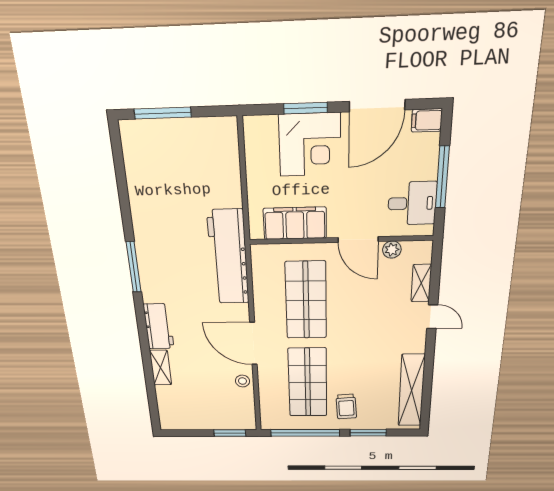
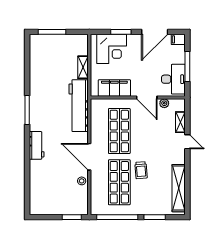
corner desk: (310, 145) -> (112, 49), moved
desk: (412, 203) -> (173, 79), width x1.37
shelving: (161, 368) -> (83, 67), moved
trolley: (346, 406) -> (141, 170), moved

